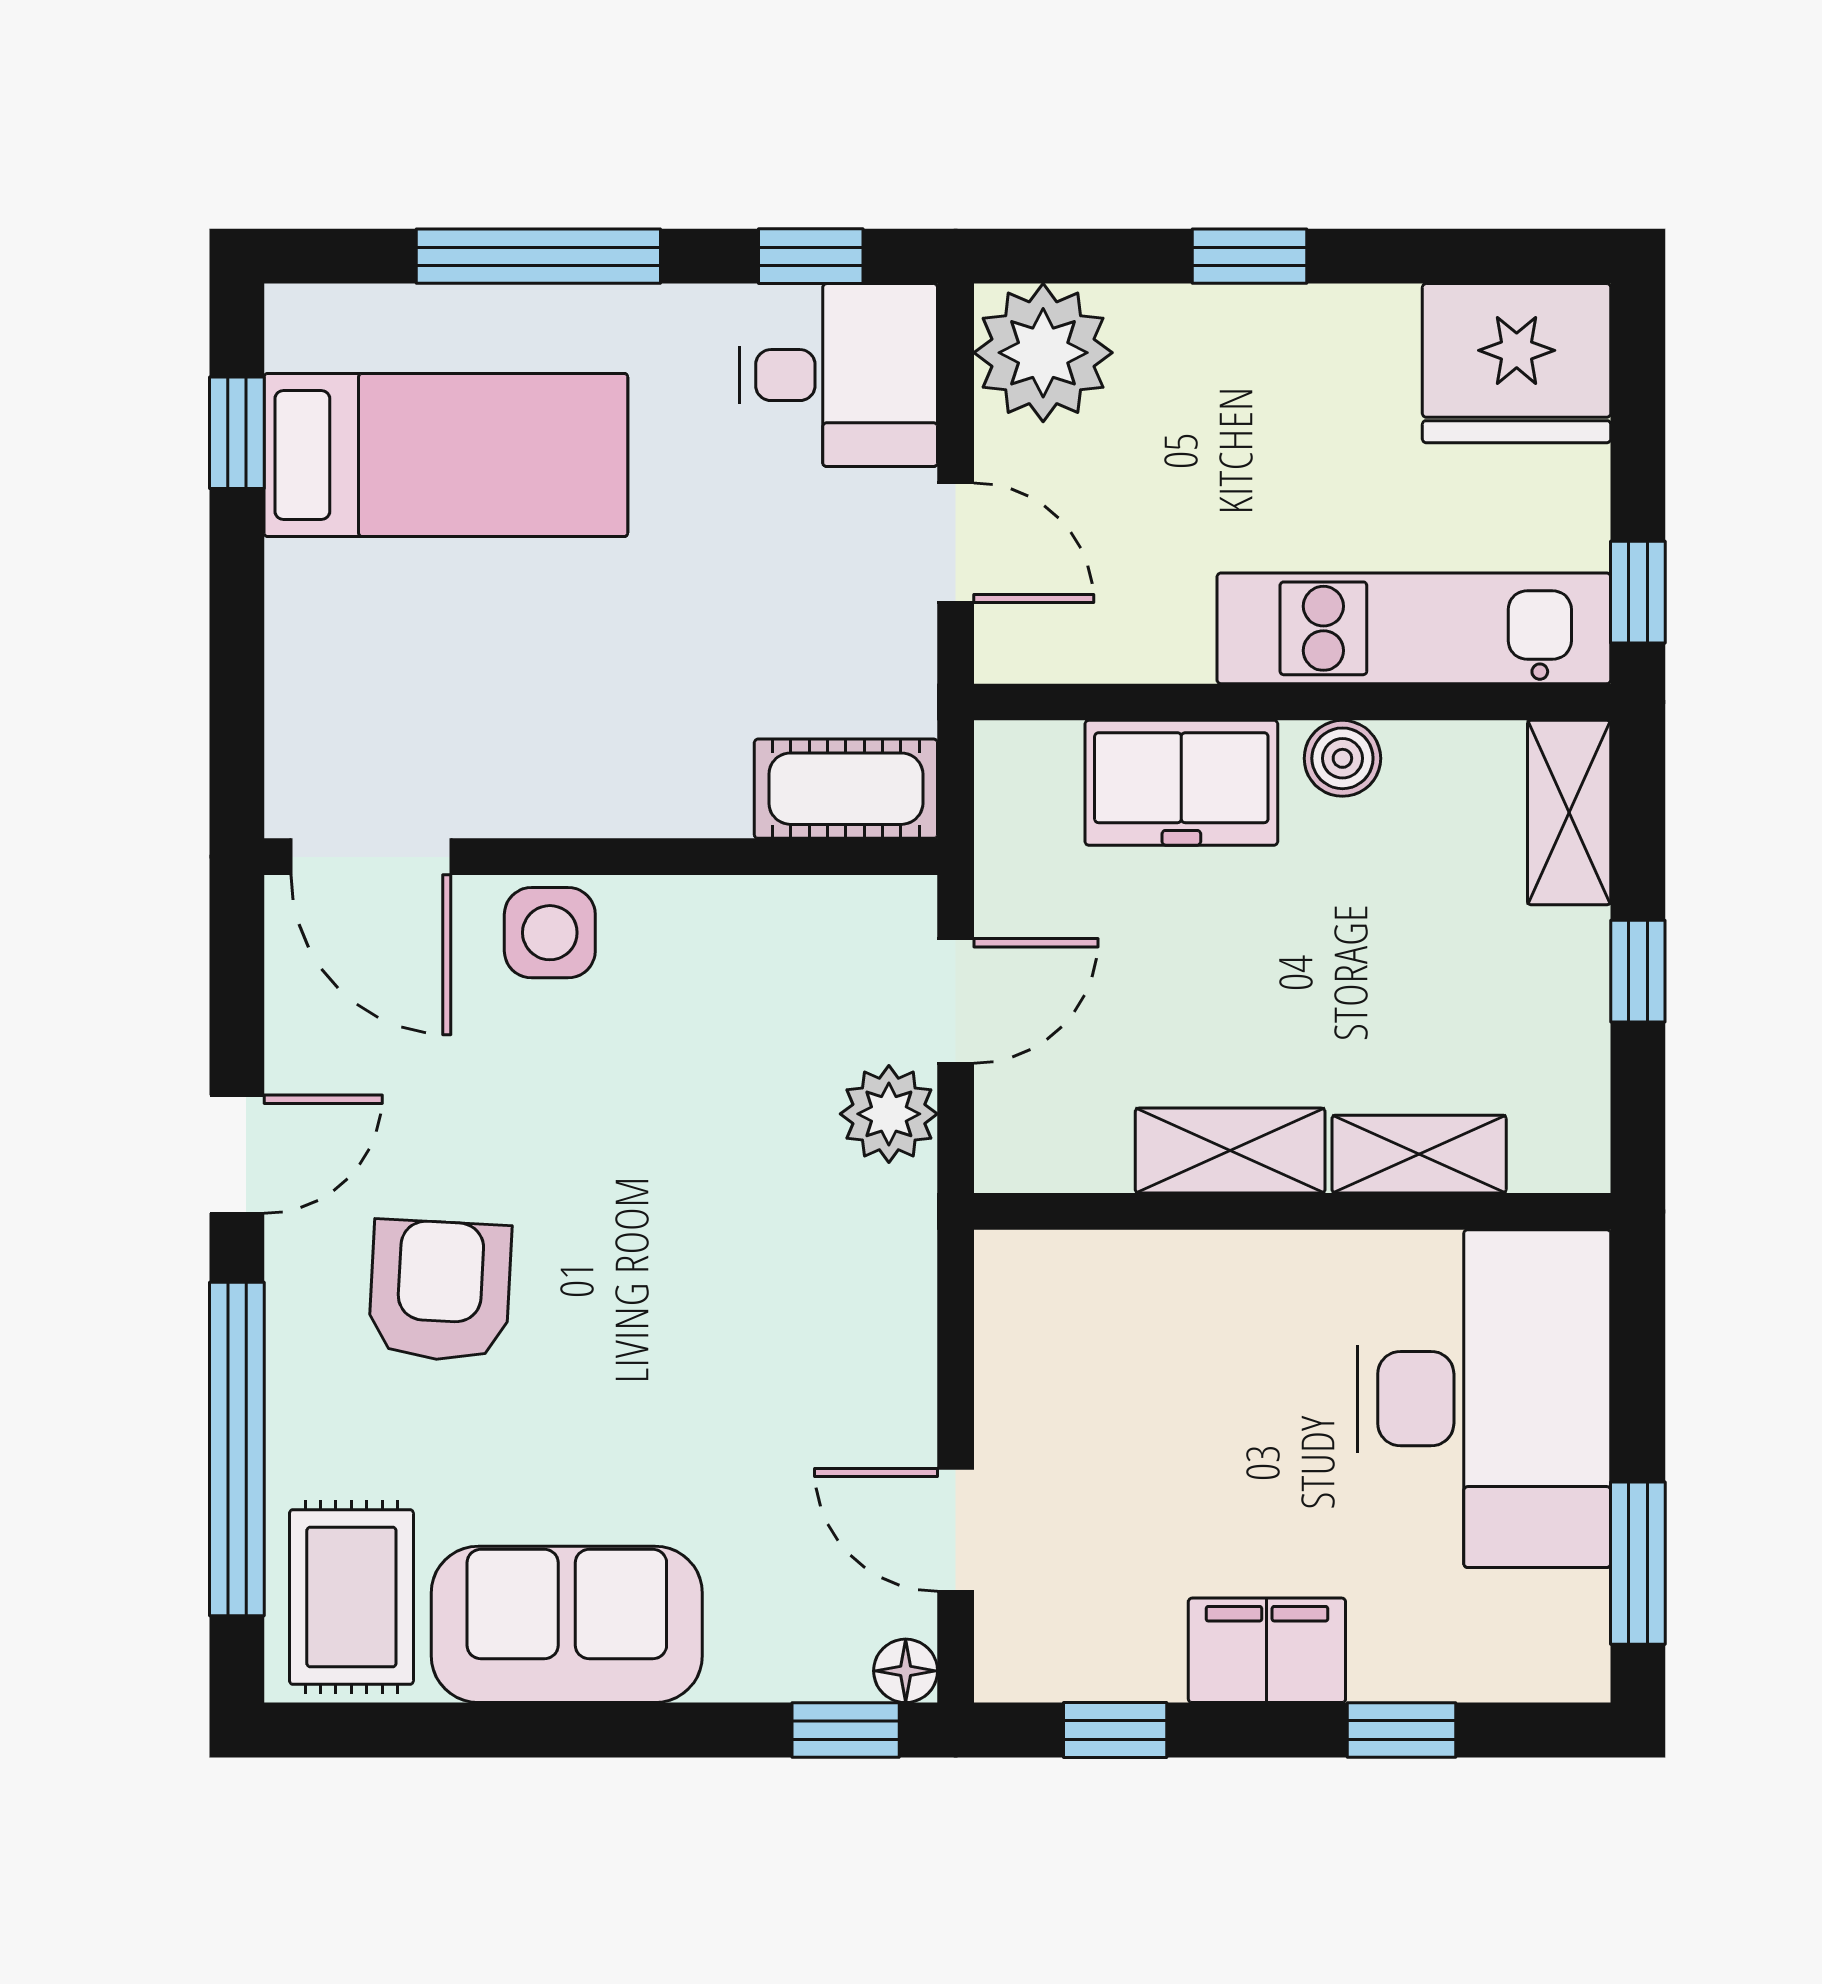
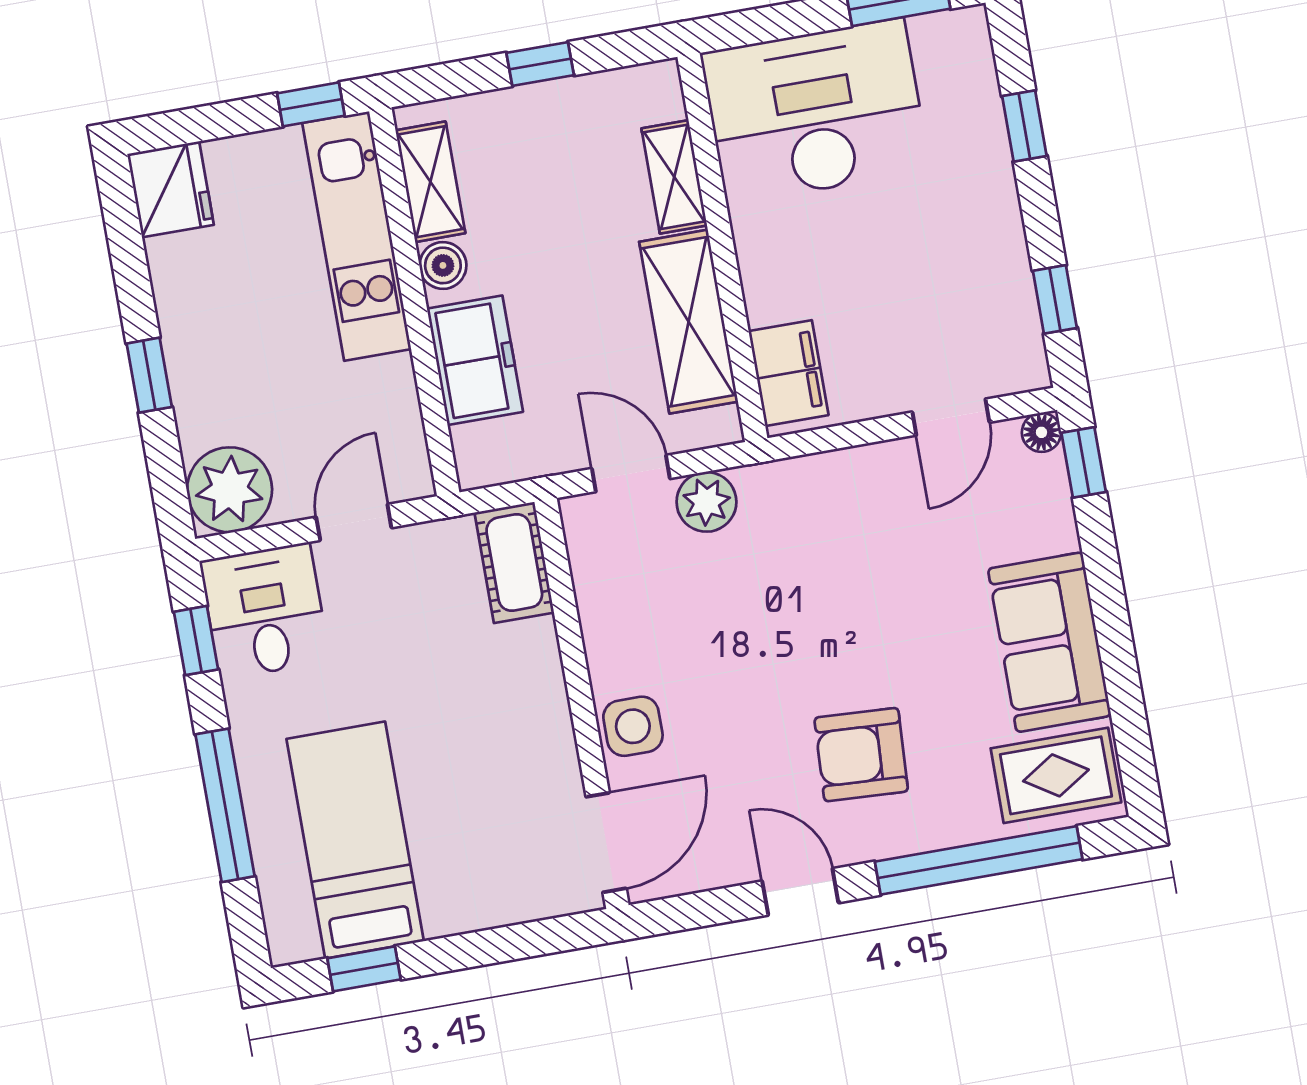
fridge: (1517, 363) -> (171, 189), width x0.73, depth x0.75
shelving: (1569, 813) -> (430, 182), moved, turned 90
shelving: (1230, 1151) -> (689, 322), width x1.50, depth x1.33
filing cabinet: (1267, 1650) -> (789, 373), moved, turned 180

